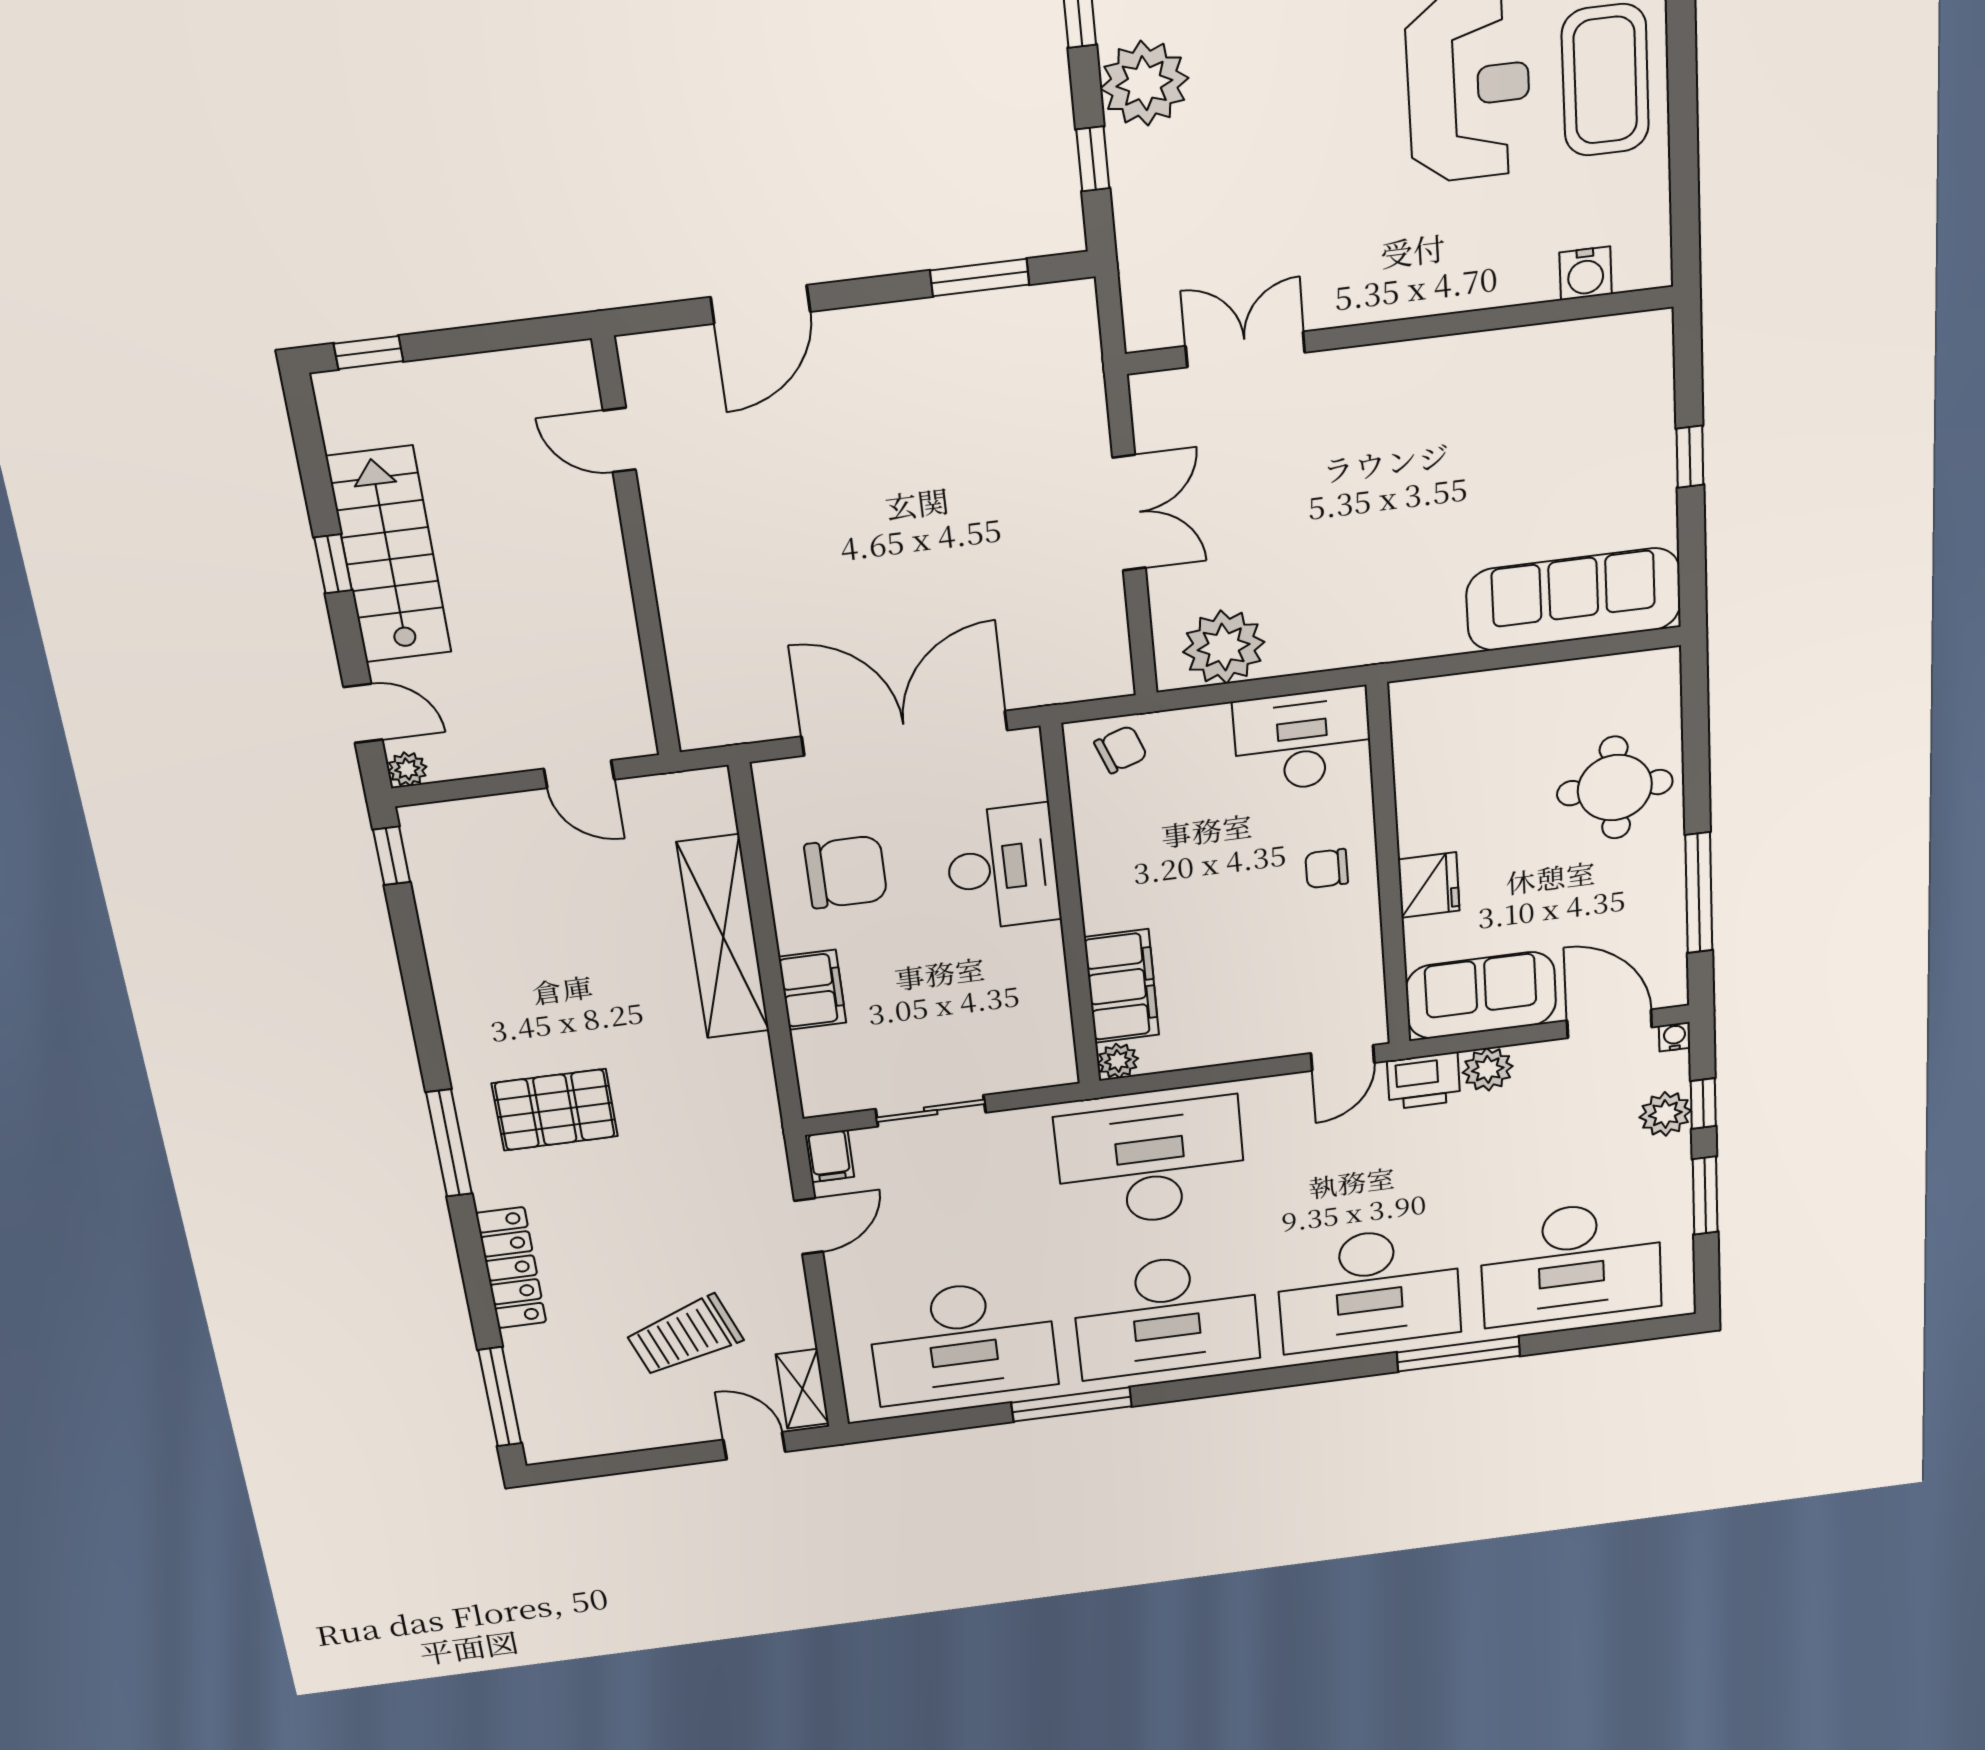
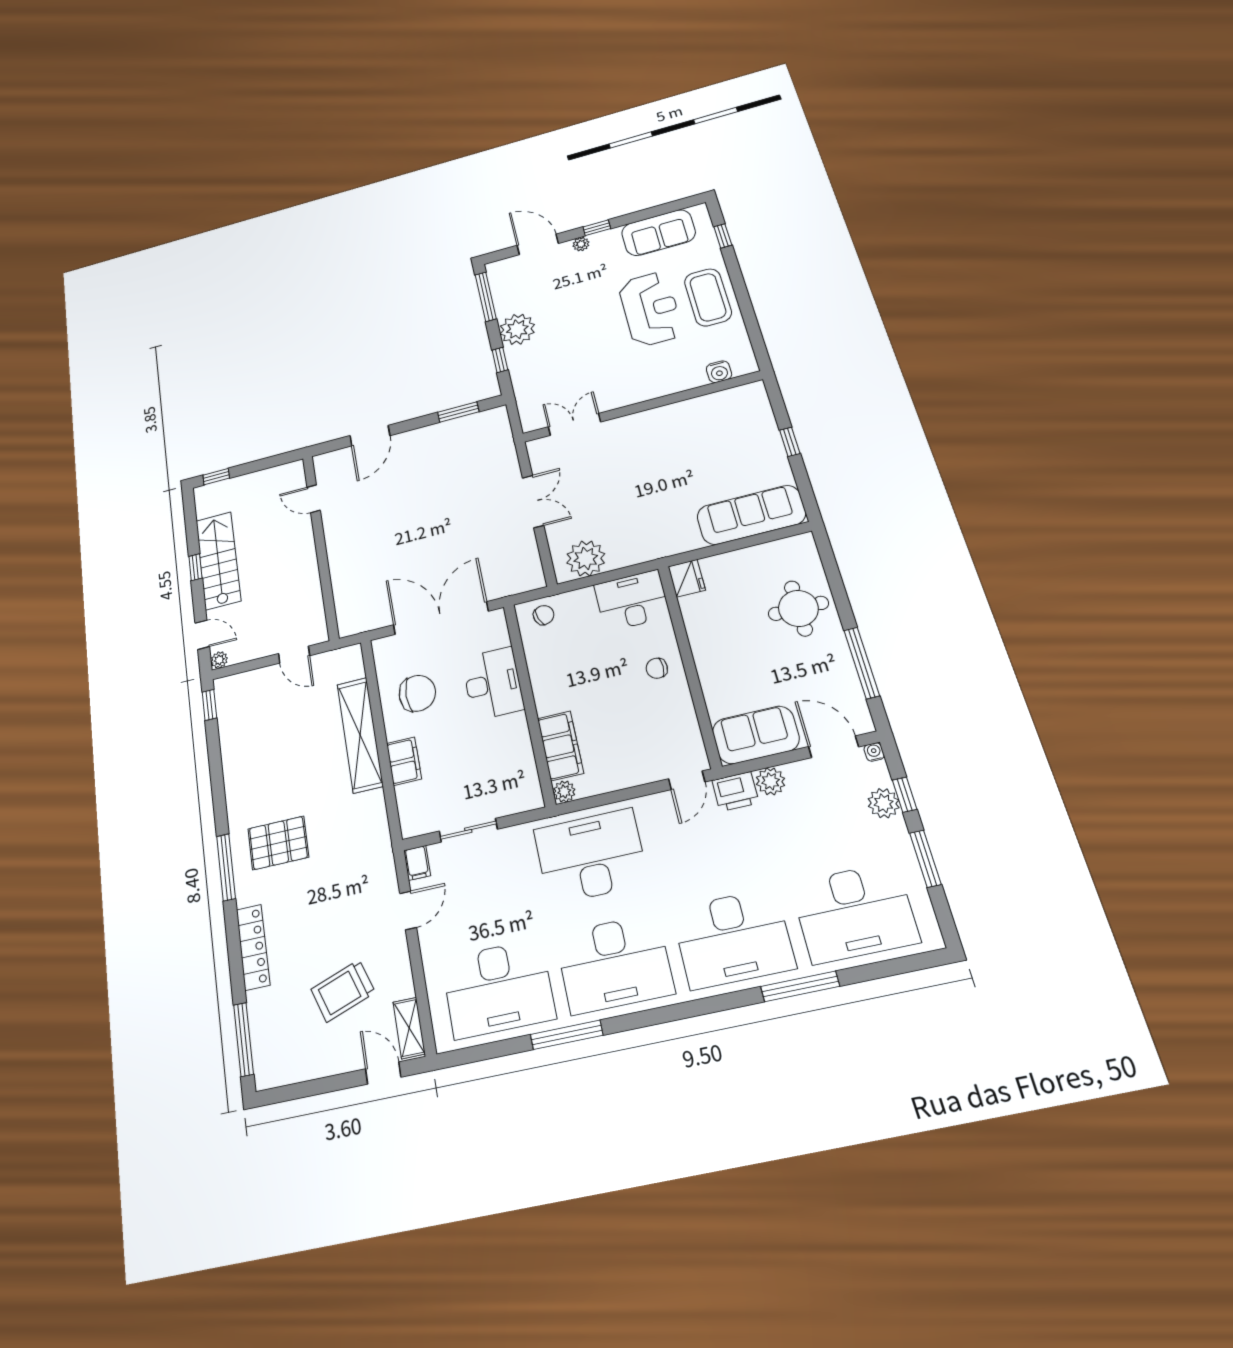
fridge: (1429, 885) -> (687, 578), moved

